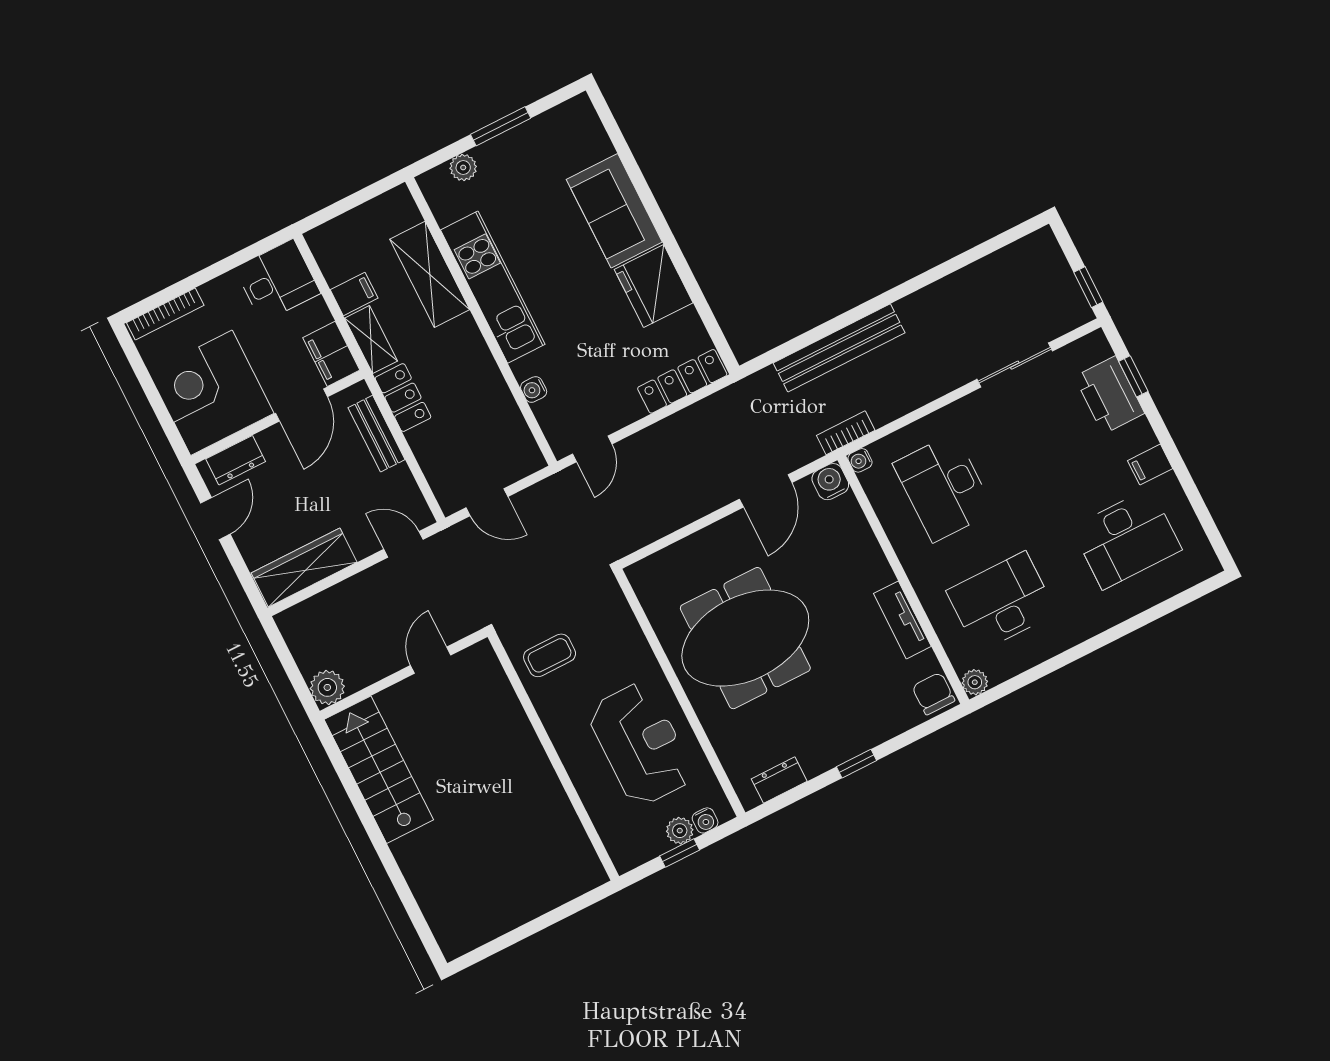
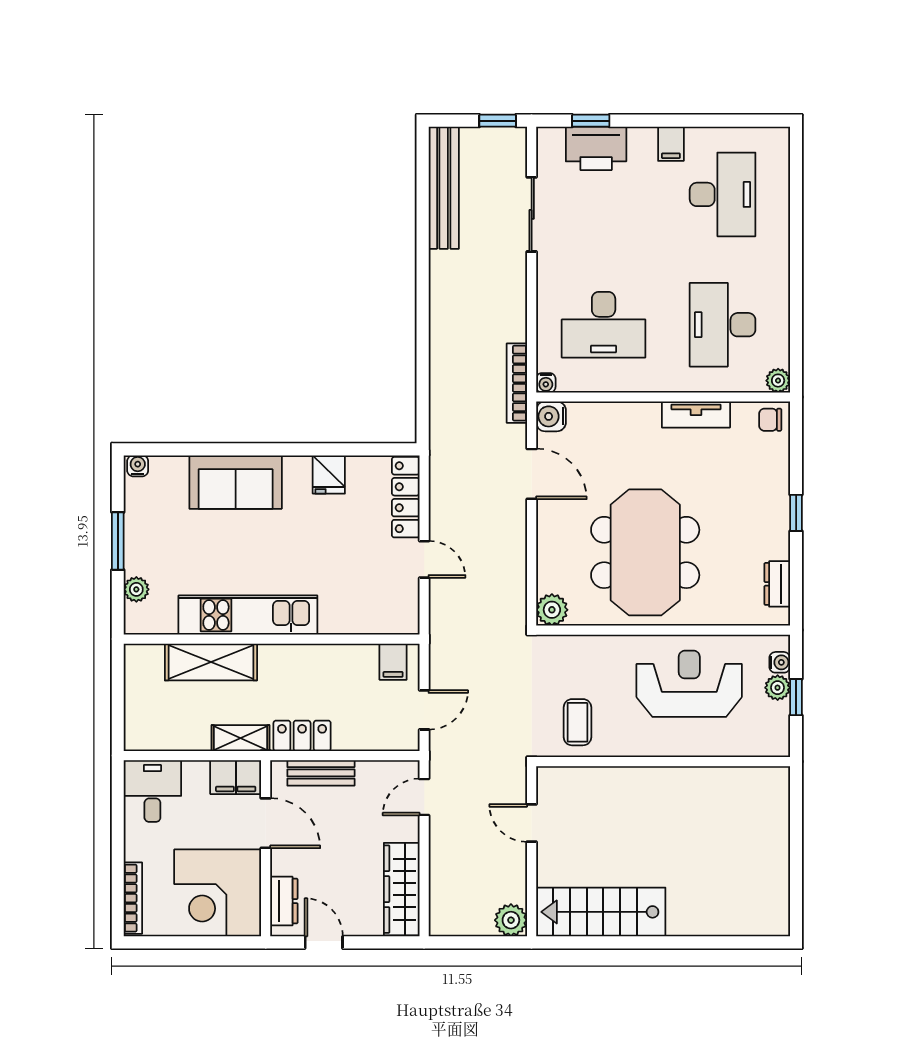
fridge: (654, 286) -> (329, 474), width x0.53, depth x0.75
filing cabinet: (354, 294) -> (393, 662), moved, turned 180
bench: (839, 348) -> (444, 188), moved
water cooler: (534, 389) -> (138, 466), moved, turned 180
bookcase: (846, 433) -> (517, 383), width x1.56
door: (592, 449) -> (424, 559), moved
plant: (645, 576) -> (552, 610), added
chair: (933, 694) -> (770, 420), width x0.73, depth x0.73

